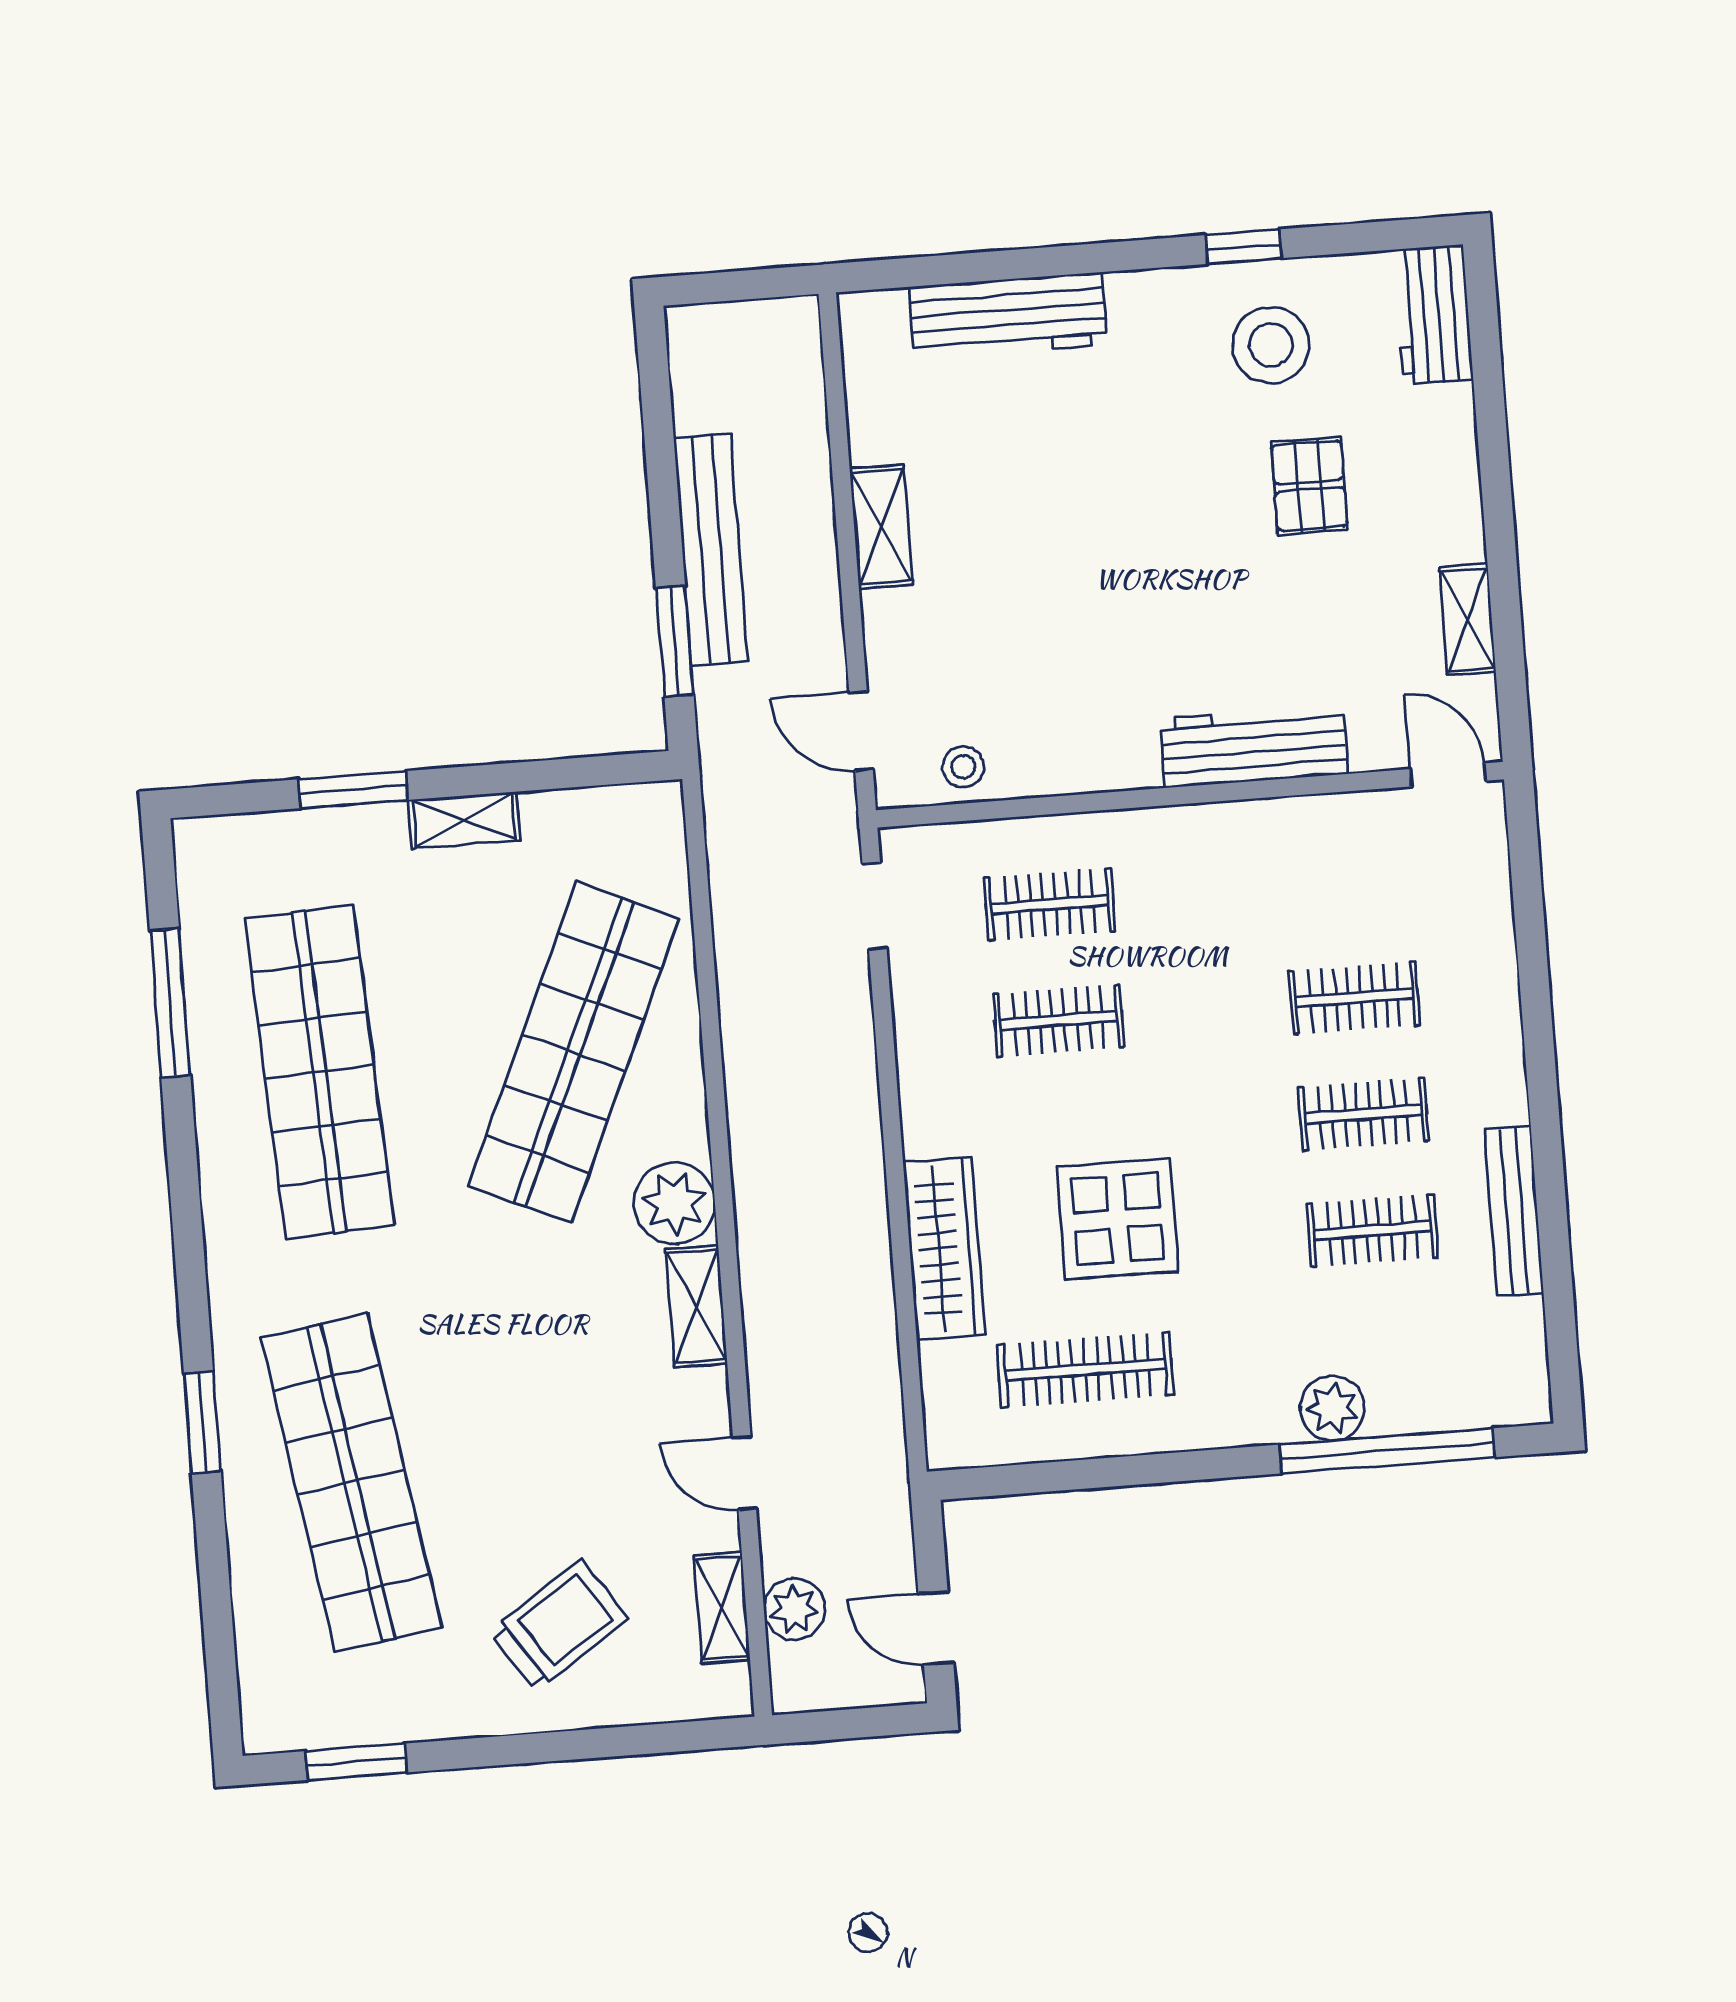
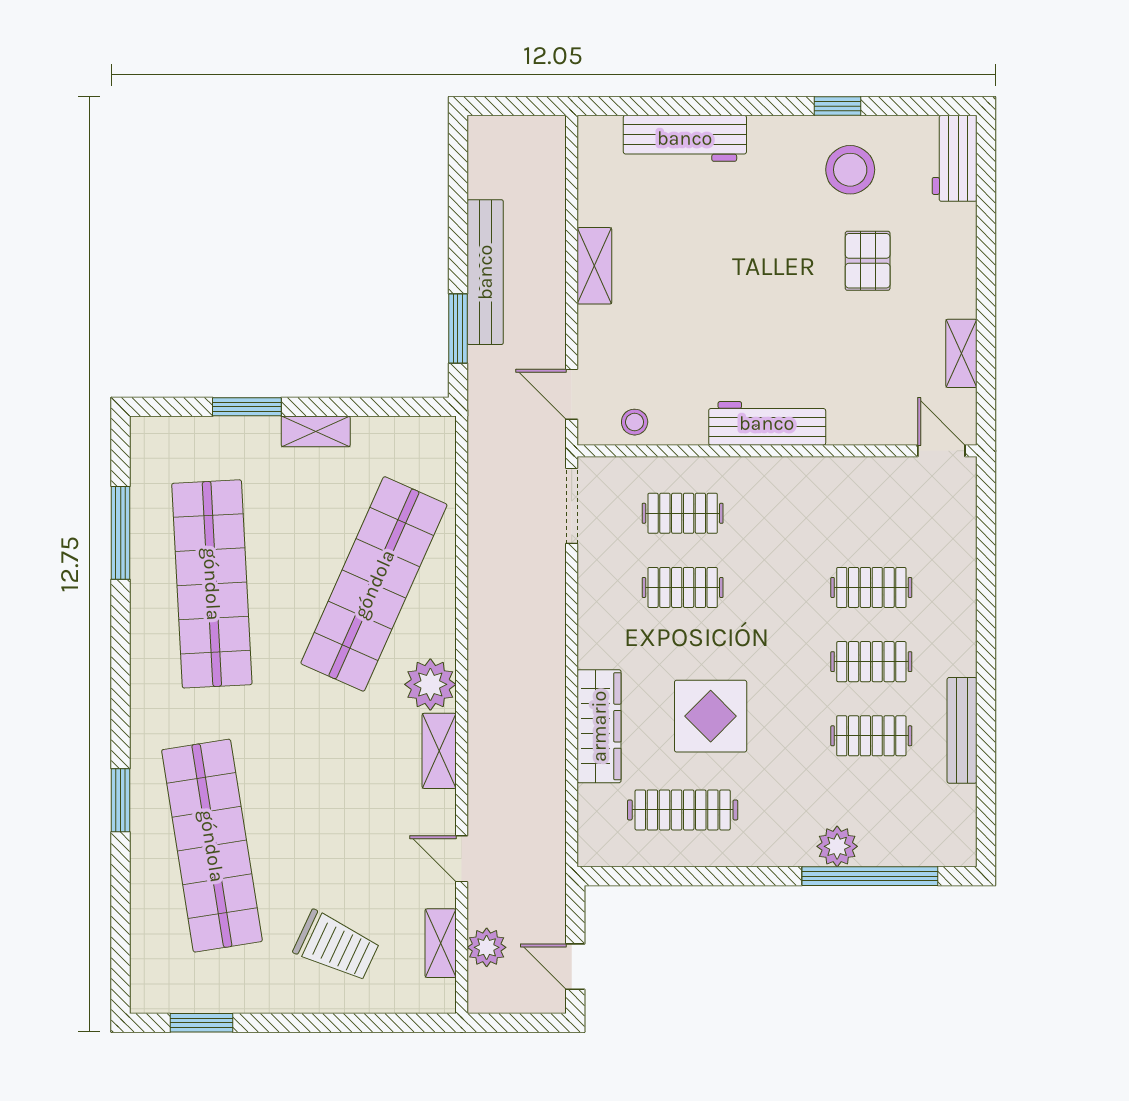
workbench: (1254, 747) -> (767, 423), moved
doorway: (875, 906) -> (572, 506), width x1.38
trolley: (559, 1625) -> (336, 946), turned 59

